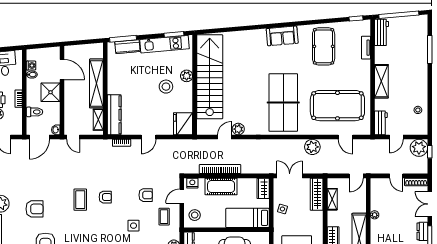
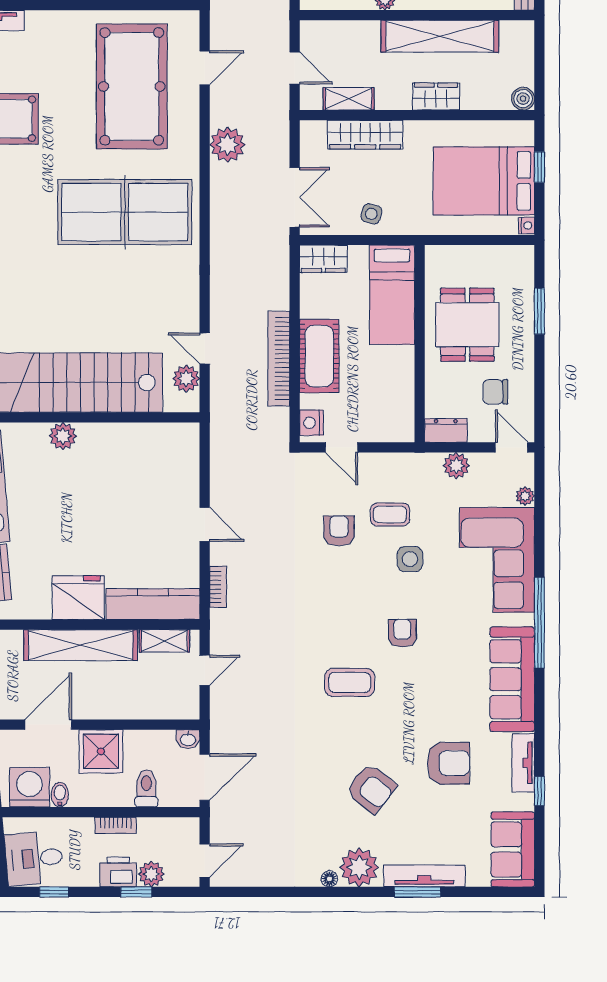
washing machine: (31, 66) -> (30, 787), width x1.89, depth x1.89
stool: (166, 87) -> (88, 484), removed
fridge: (183, 124) -> (78, 598), moved, turned 180
plant: (238, 129) -> (186, 378), moved
door: (39, 137) -> (205, 777), hinge flipped
door: (73, 137) -> (205, 670), moved
double door: (290, 176) -> (295, 197), swing flipped
door: (356, 176) -> (295, 68), moved
wardrobe: (317, 194) -> (365, 135), moved
armchair: (105, 197) -> (402, 633), moved
armchair: (35, 209) -> (371, 788), turned 128
stool: (195, 215) -> (385, 417), removed
coffee table: (164, 217) -> (390, 514), moved

